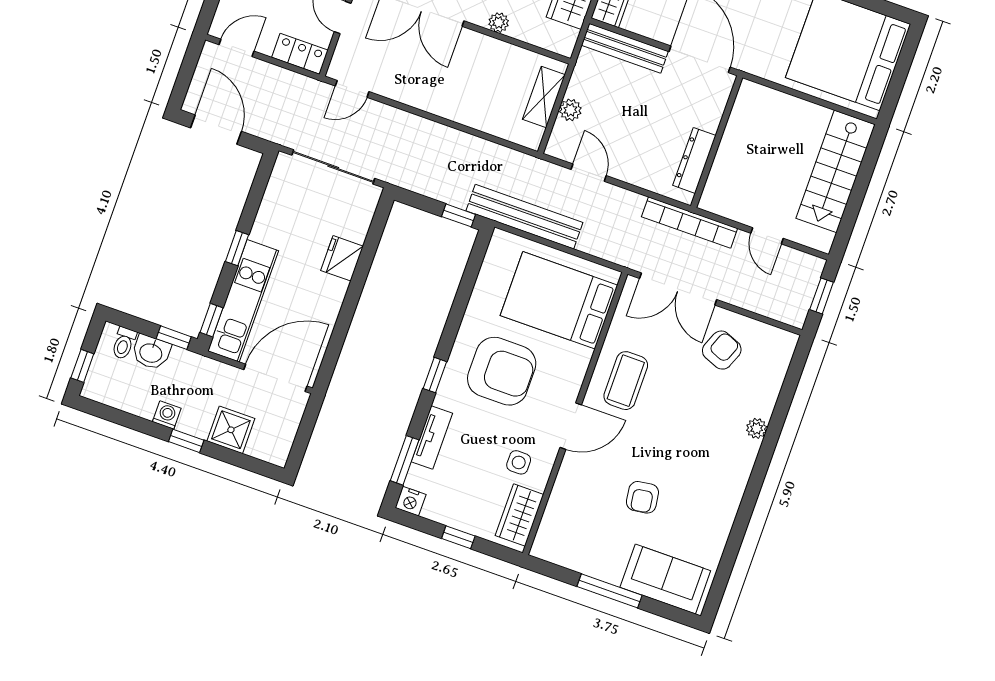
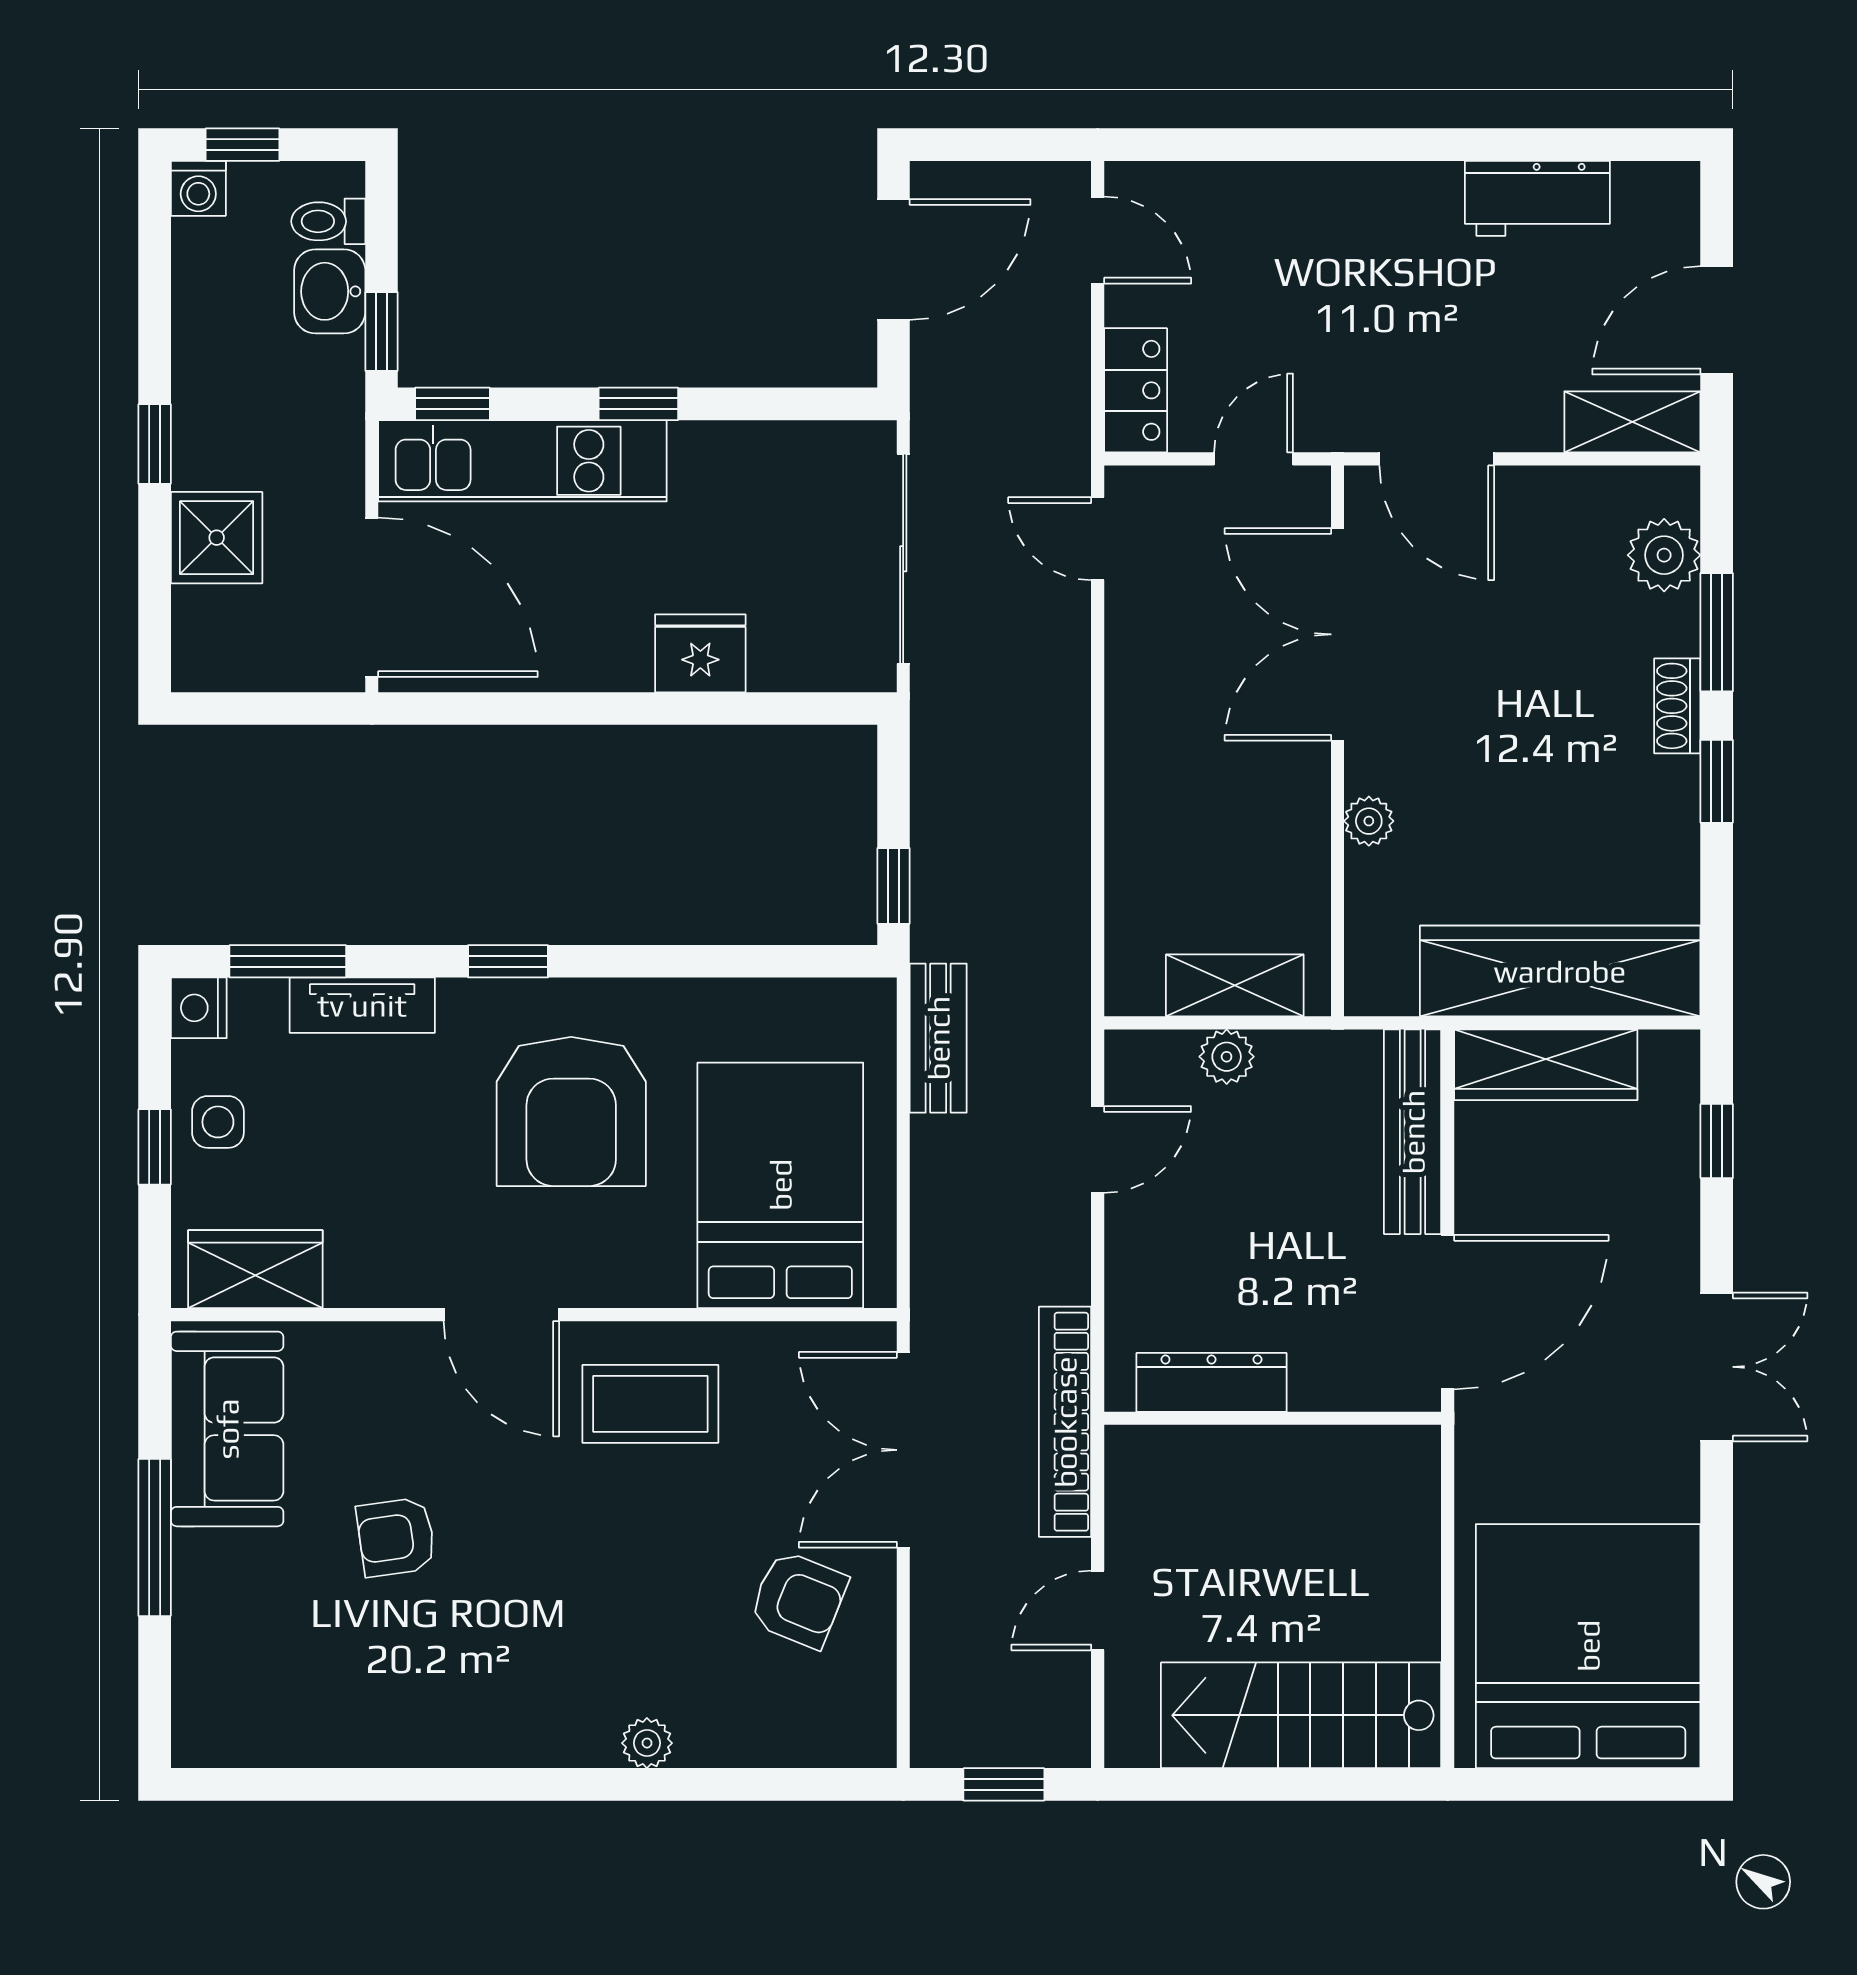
bench: (524, 217) -> (938, 1038), width x0.54, depth x0.82
washing machine: (167, 415) -> (198, 188), moved, turned 90
side table: (519, 462) -> (218, 1122), moved
sofa: (665, 579) -> (227, 1429), moved

